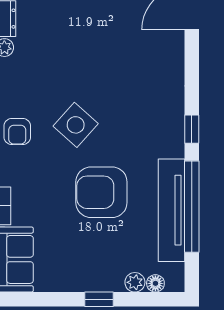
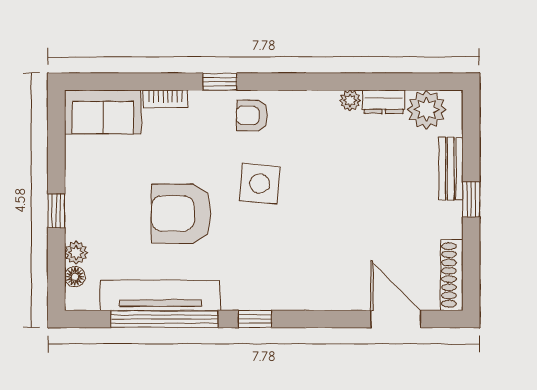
side table: (76, 125) -> (260, 184), turned -37
armchair: (101, 192) -> (181, 214), turned -90

